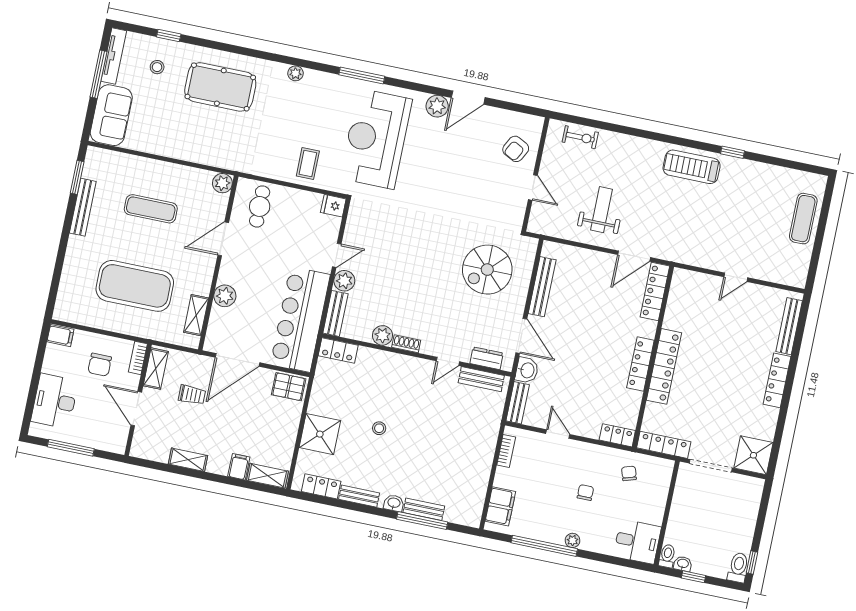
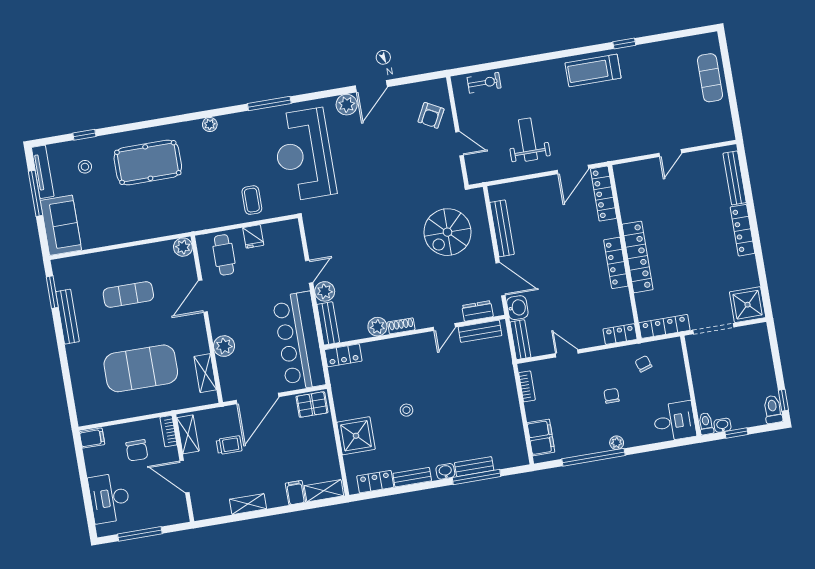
fridge: (333, 206) -> (253, 236), moved, turned -90

